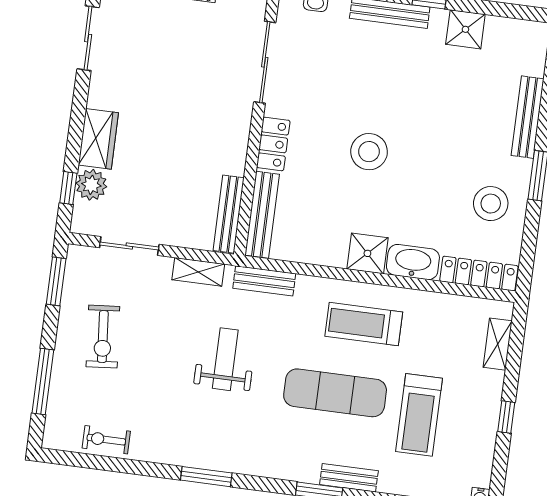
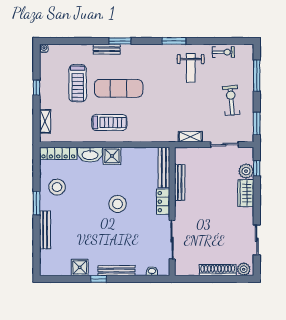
bench: (229, 214) -> (180, 183), moved
bench: (264, 281) -> (159, 137), removed
weight bench: (225, 359) -> (191, 68), moved
treadmill: (419, 415) -> (78, 83), turned 180

